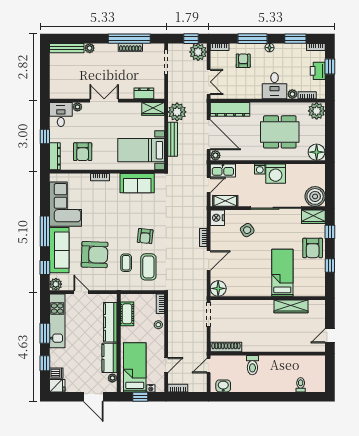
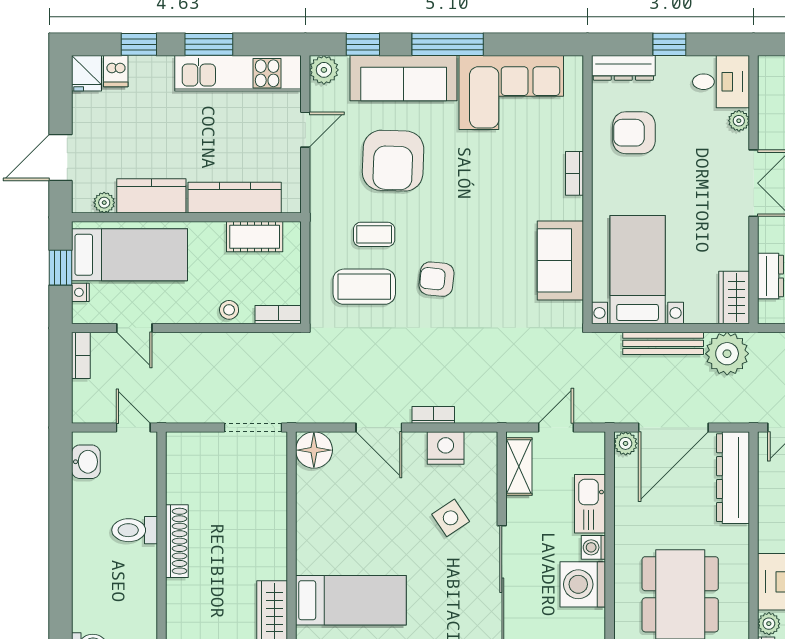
kitchen sink: (223, 170) -> (590, 504), moved
door: (209, 185) -> (556, 428), swing flipped
nightstand: (217, 218) -> (446, 448), moved
shoe rack: (226, 347) -> (177, 541), moved

